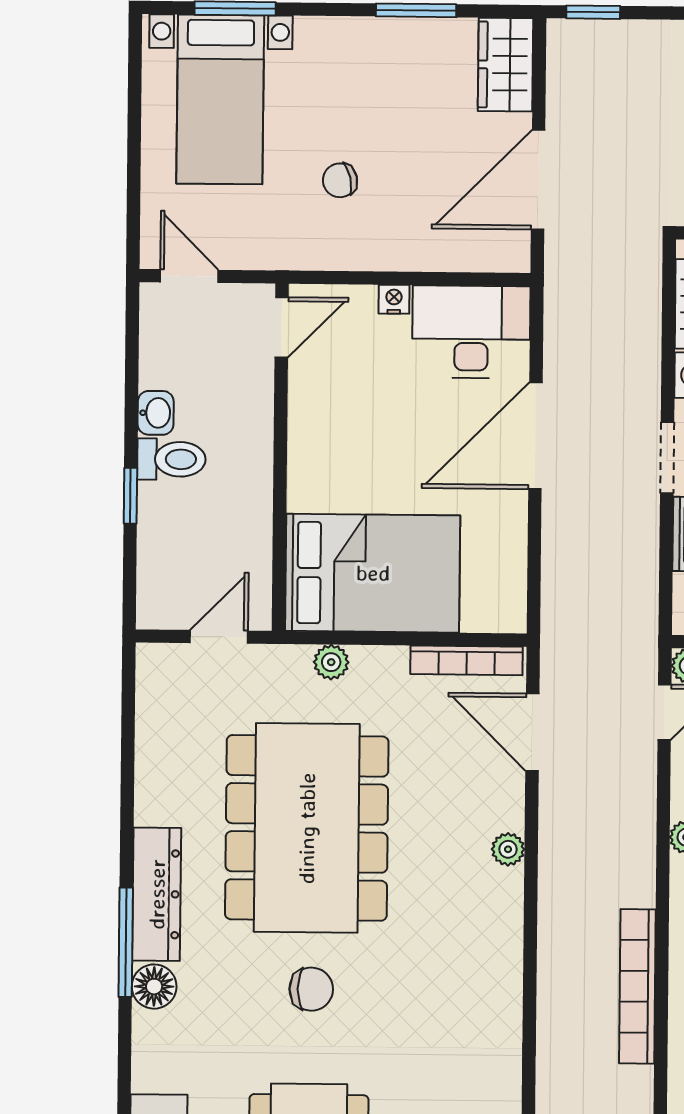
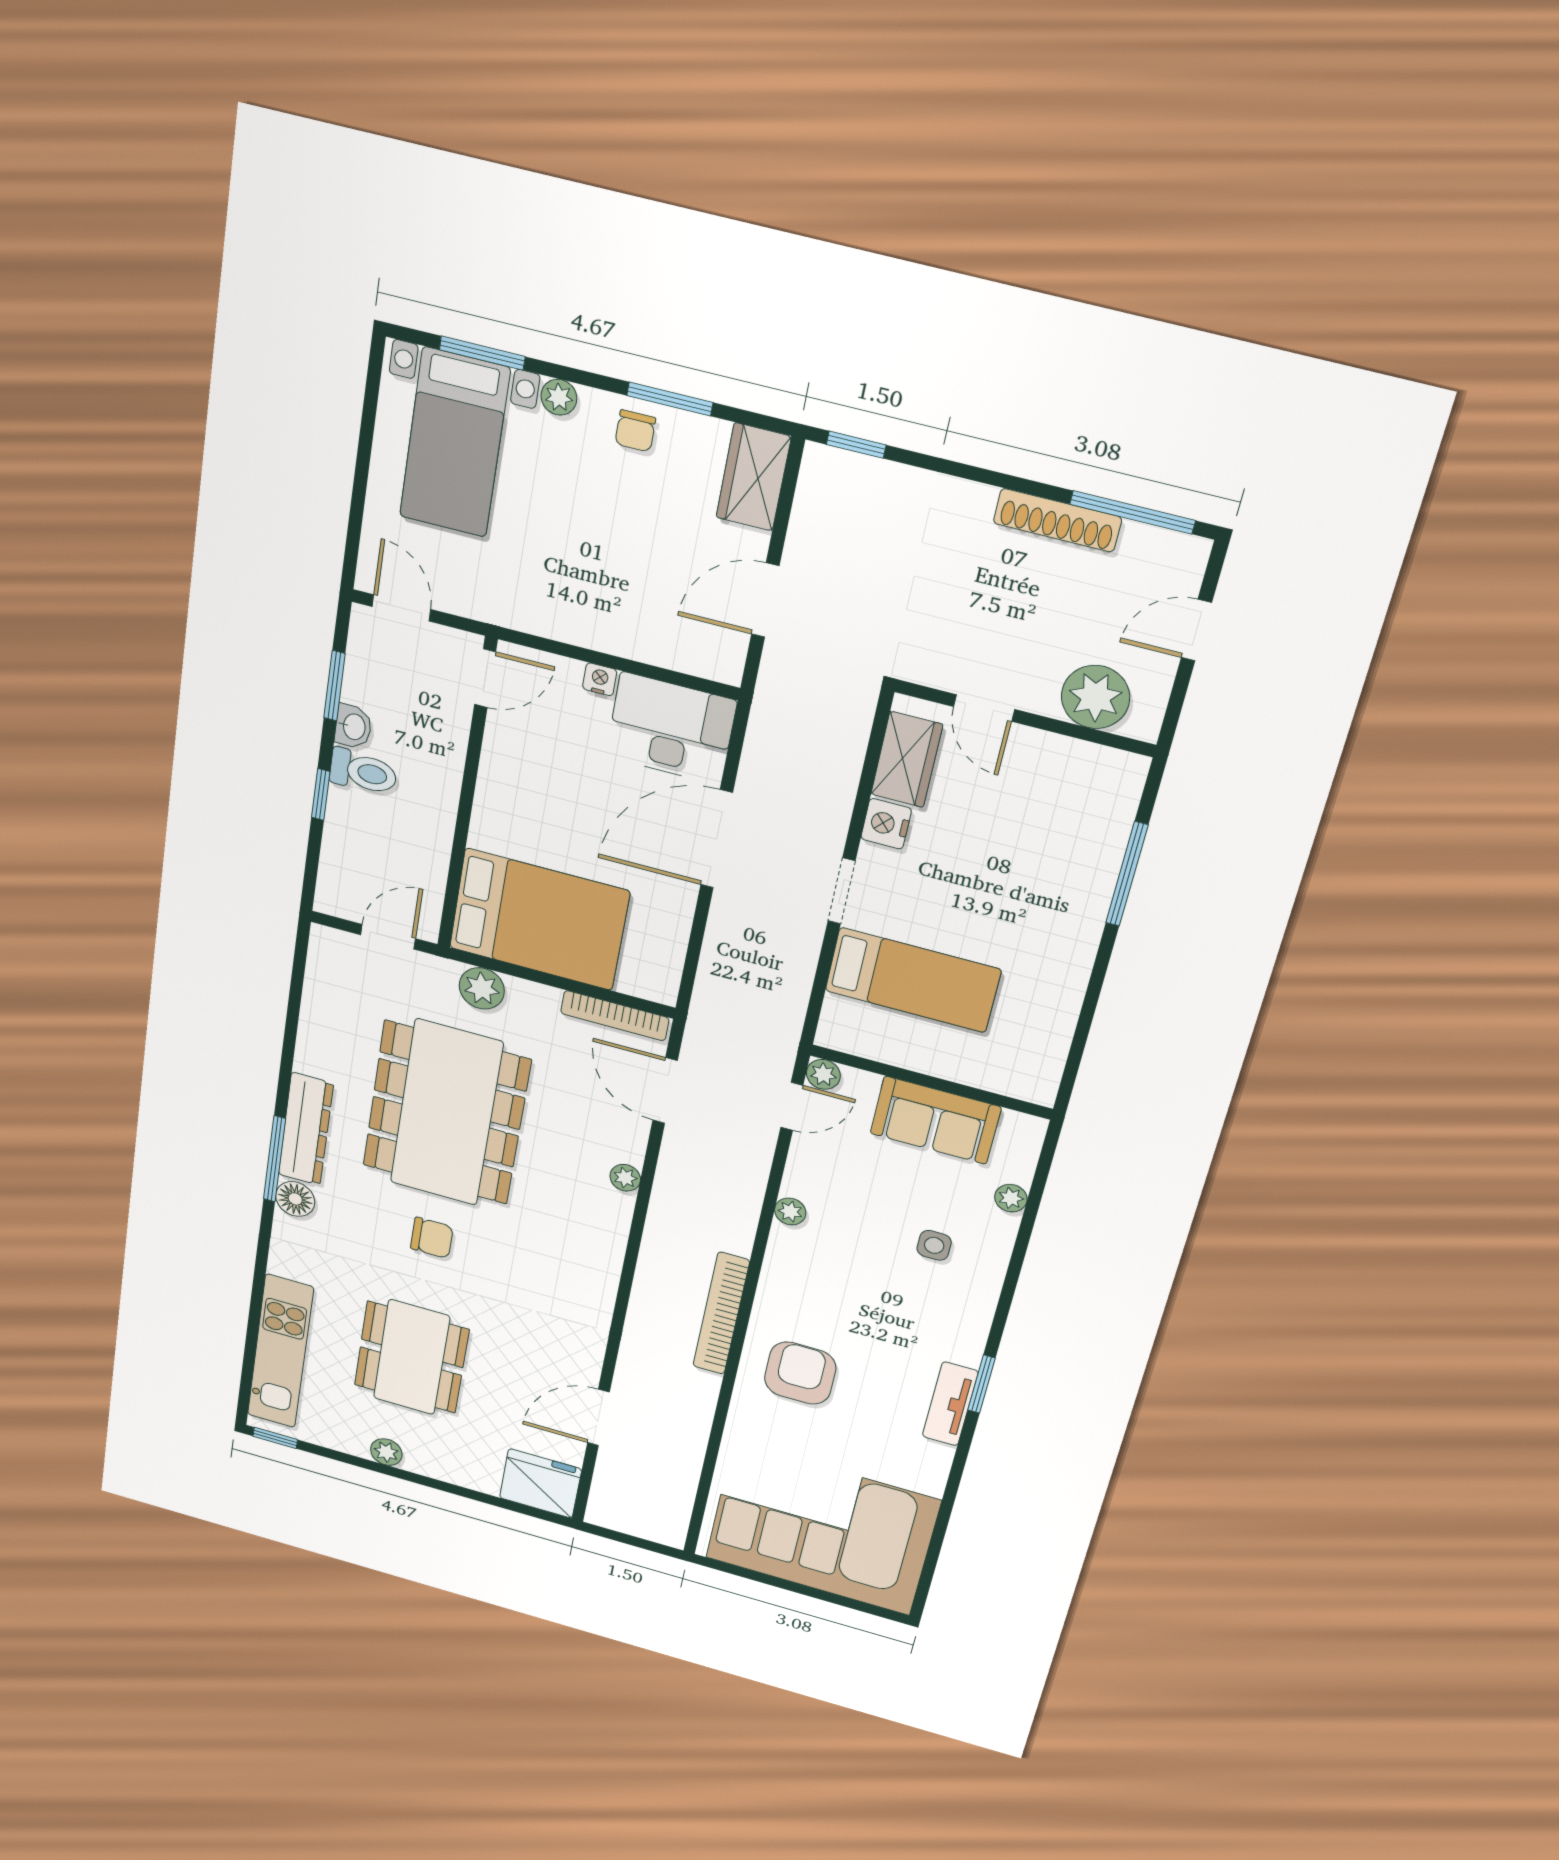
plant: (313, 33) -> (559, 397), added
chair: (340, 180) -> (635, 431), moved, turned -77
door: (538, 180) -> (765, 600), width x0.73
window: (132, 374) -> (335, 686), added
plant: (331, 662) -> (482, 988), width x1.38, depth x1.38

